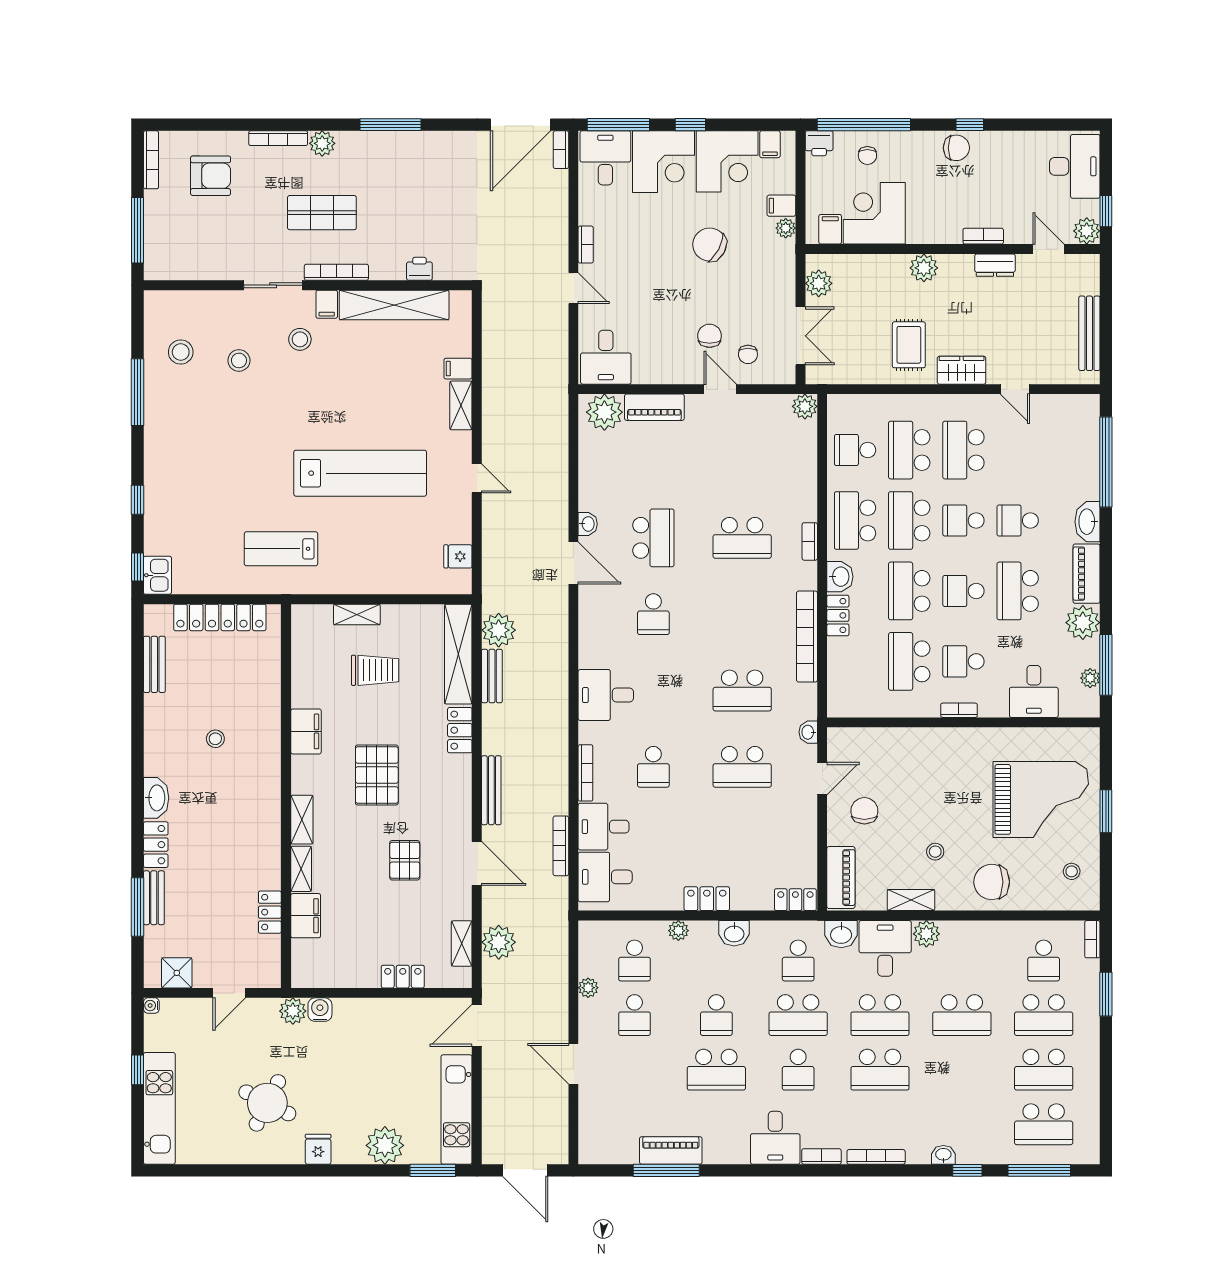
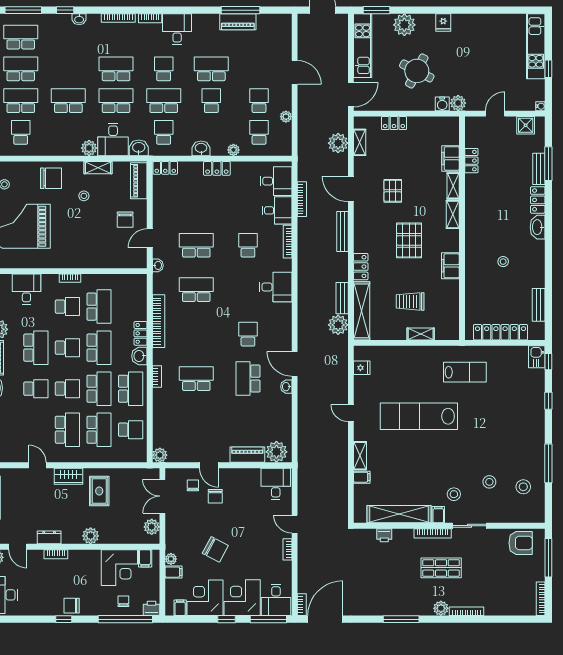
armchair: (211, 176) -> (521, 543), moved, turned 180
round table: (267, 1103) -> (417, 71), moved

